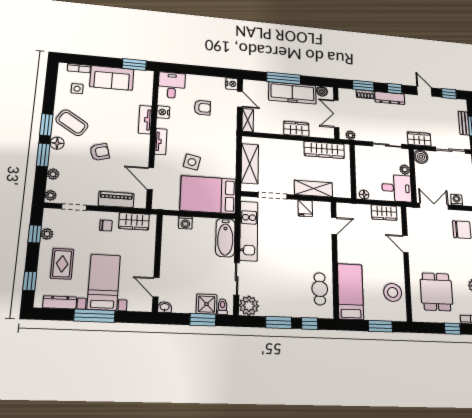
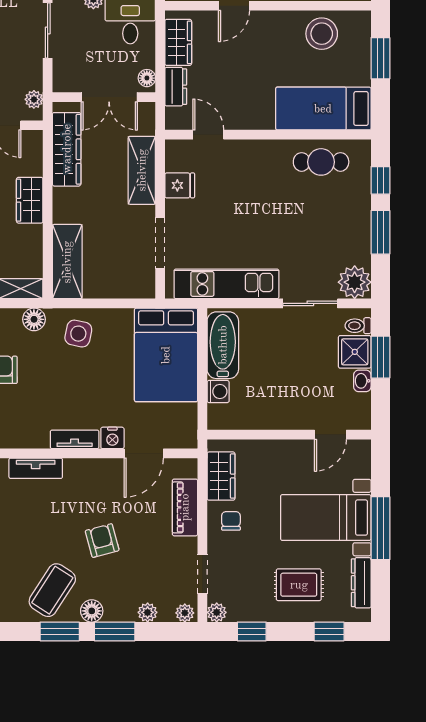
nightstand: (163, 112) -> (112, 438), moved
floor lamp: (230, 126) -> (34, 319), added
side table: (192, 162) -> (78, 334), moved
shelving: (250, 164) -> (67, 262), moved, turned 90
double door: (353, 174) -> (109, 97), added
dresser: (360, 210) -> (176, 87), added
plant: (47, 234) -> (217, 612), moved
bathtub: (225, 238) -> (223, 345), moved, turned -90
washbasin: (165, 307) -> (362, 381), moved

